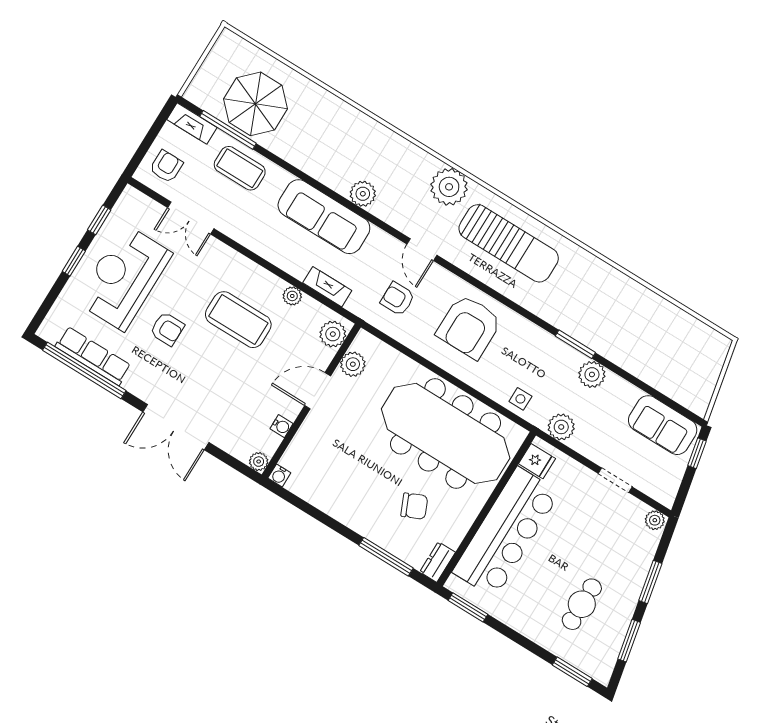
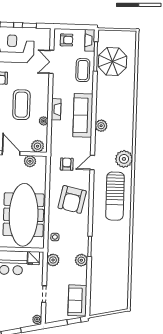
fireplace: (327, 287) -> (56, 109), moved
armchair: (469, 327) -> (72, 199), turned -78

